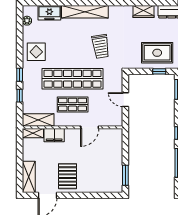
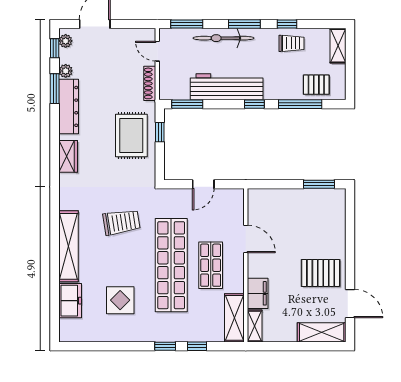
plant: (27, 21) -> (82, 335), removed
display table: (36, 52) -> (120, 300), moved

